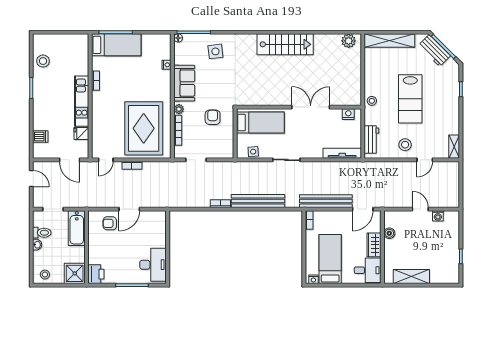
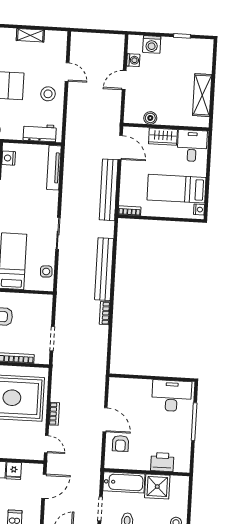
shelving: (454, 147) -> (30, 35), moved
washing machine: (452, 231) -> (152, 44), added
shower: (75, 273) -> (157, 487), moved
printer: (96, 274) -> (162, 462), moved

